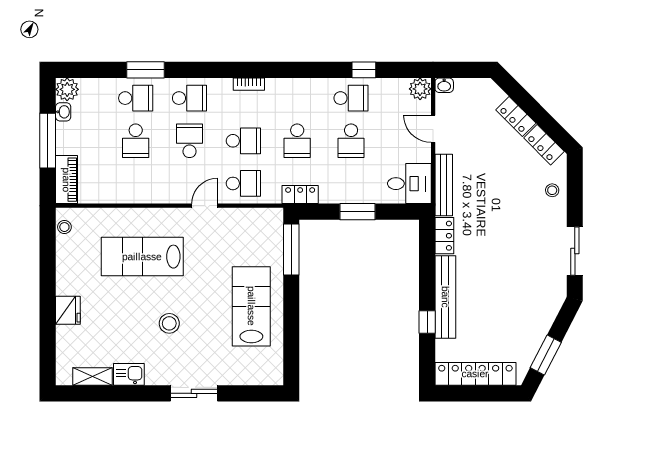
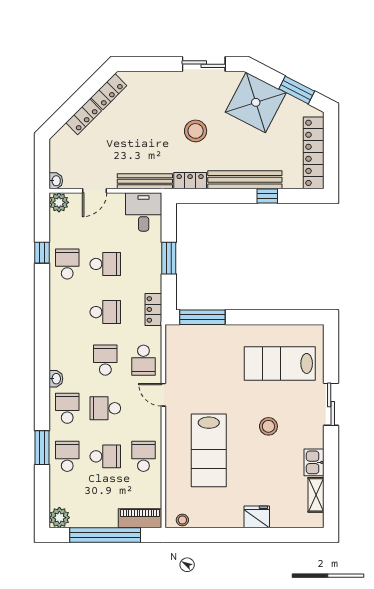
bookcase: (249, 84) -> (55, 355), removed
washbasin: (63, 112) -> (56, 379), moved, turned 90
window: (48, 141) -> (105, 535), width x1.46
school desk: (136, 183) -> (143, 456), added
school desk: (243, 183) -> (143, 360), turned 180
stool: (552, 190) -> (196, 131), moved, width x1.89, depth x1.89
lab bench: (251, 306) -> (280, 363), moved
shower: (532, 309) -> (256, 102), added

